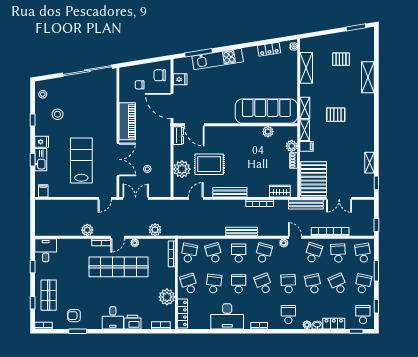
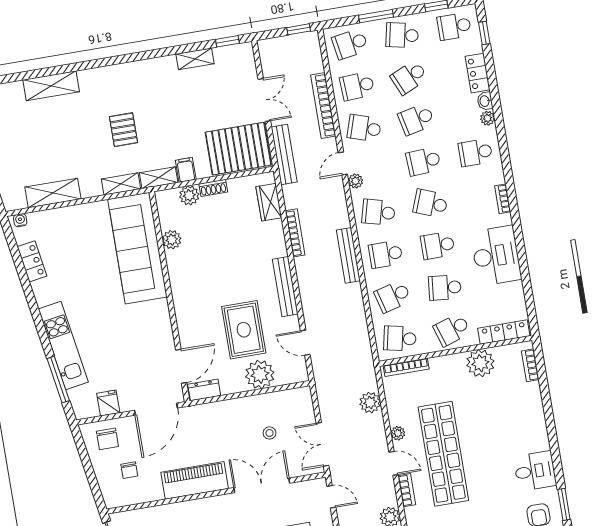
pallet: (341, 59) -> (28, 137), removed
school desk: (264, 284) -> (431, 203), turned 42
desk: (113, 318) -> (535, 471), moved
printer: (133, 322) -> (533, 414), removed

